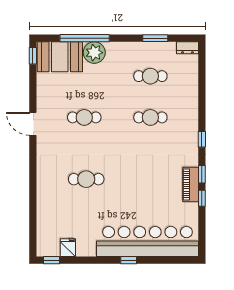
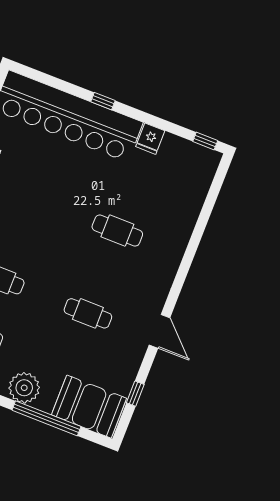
plant: (94, 53) -> (24, 388), moved
window: (33, 56) -> (135, 394), moved
fridge: (68, 248) -> (150, 139), moved

